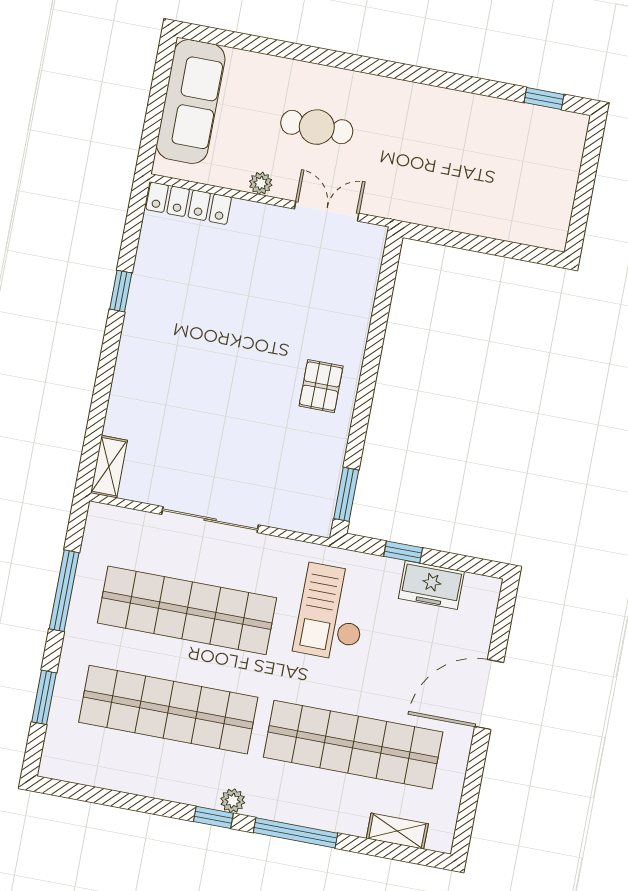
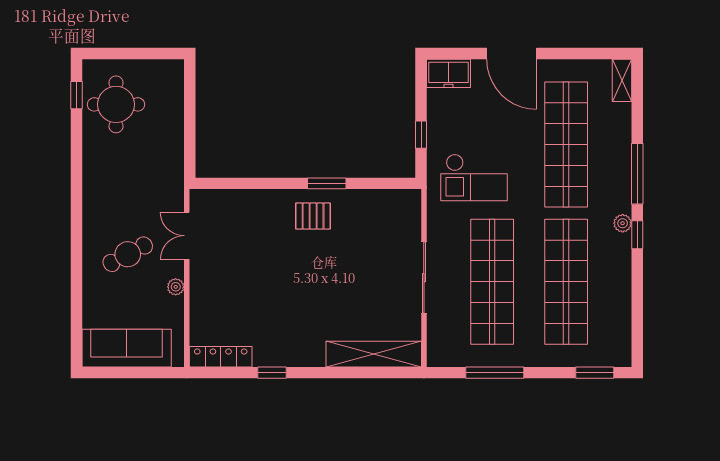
cafe table: (317, 127) -> (128, 254), turned 62
round table: (521, 149) -> (116, 104), added
locker: (189, 203) -> (221, 357), moved, turned -90
shelving: (109, 467) -> (374, 354), width x2.20, depth x1.33
window: (346, 494) -> (327, 183), moved
freezer: (431, 585) -> (449, 73), moved, turned 90
window: (44, 697) -> (595, 373), moved
shelving: (397, 831) -> (622, 80), moved

